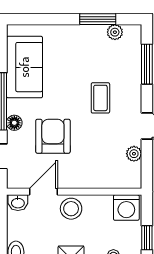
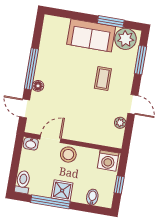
plant: (115, 32) -> (125, 39), width x1.88, depth x1.88
sofa: (24, 67) -> (91, 35), moved, turned 90
armchair: (53, 136) -> (64, 100), removed

